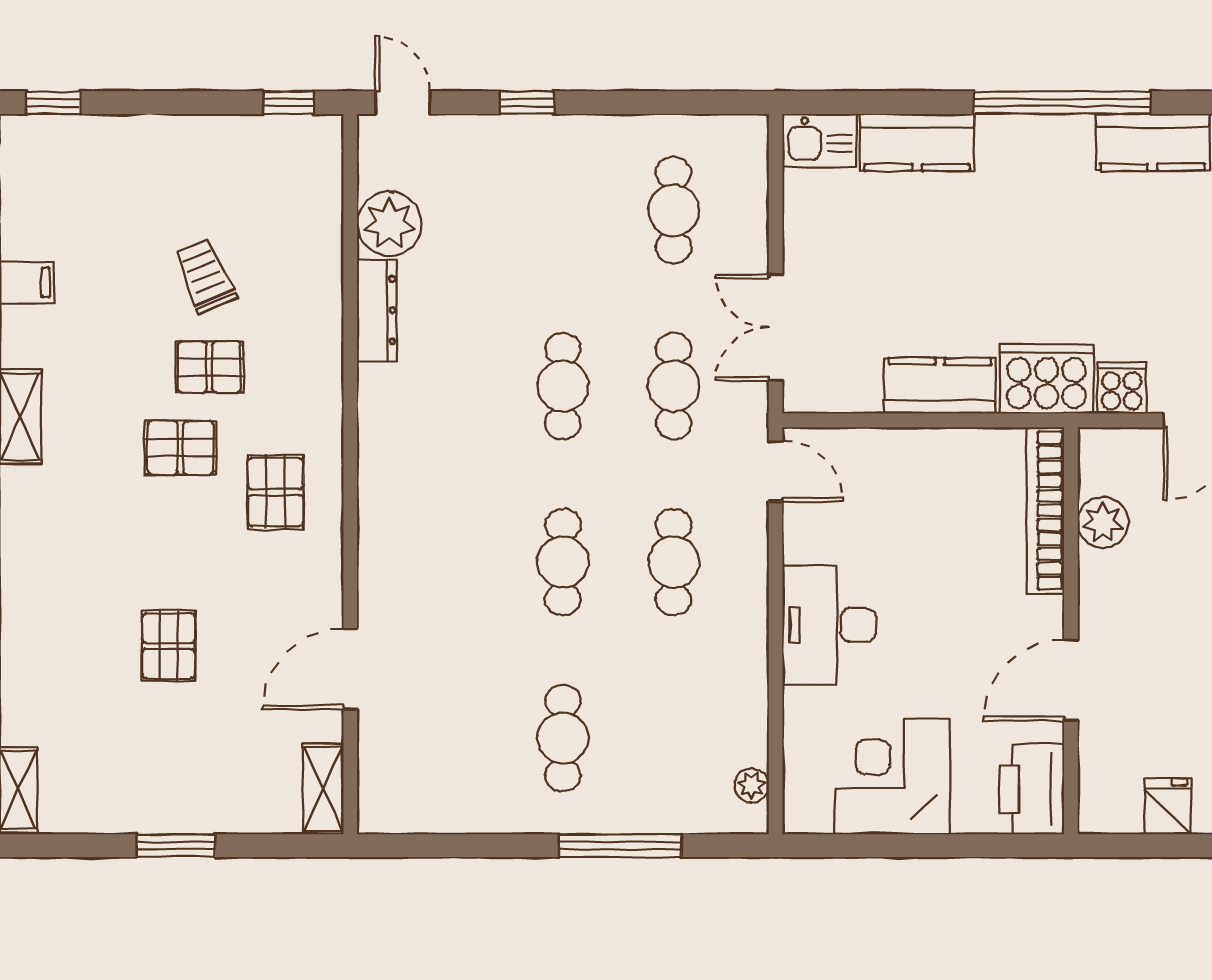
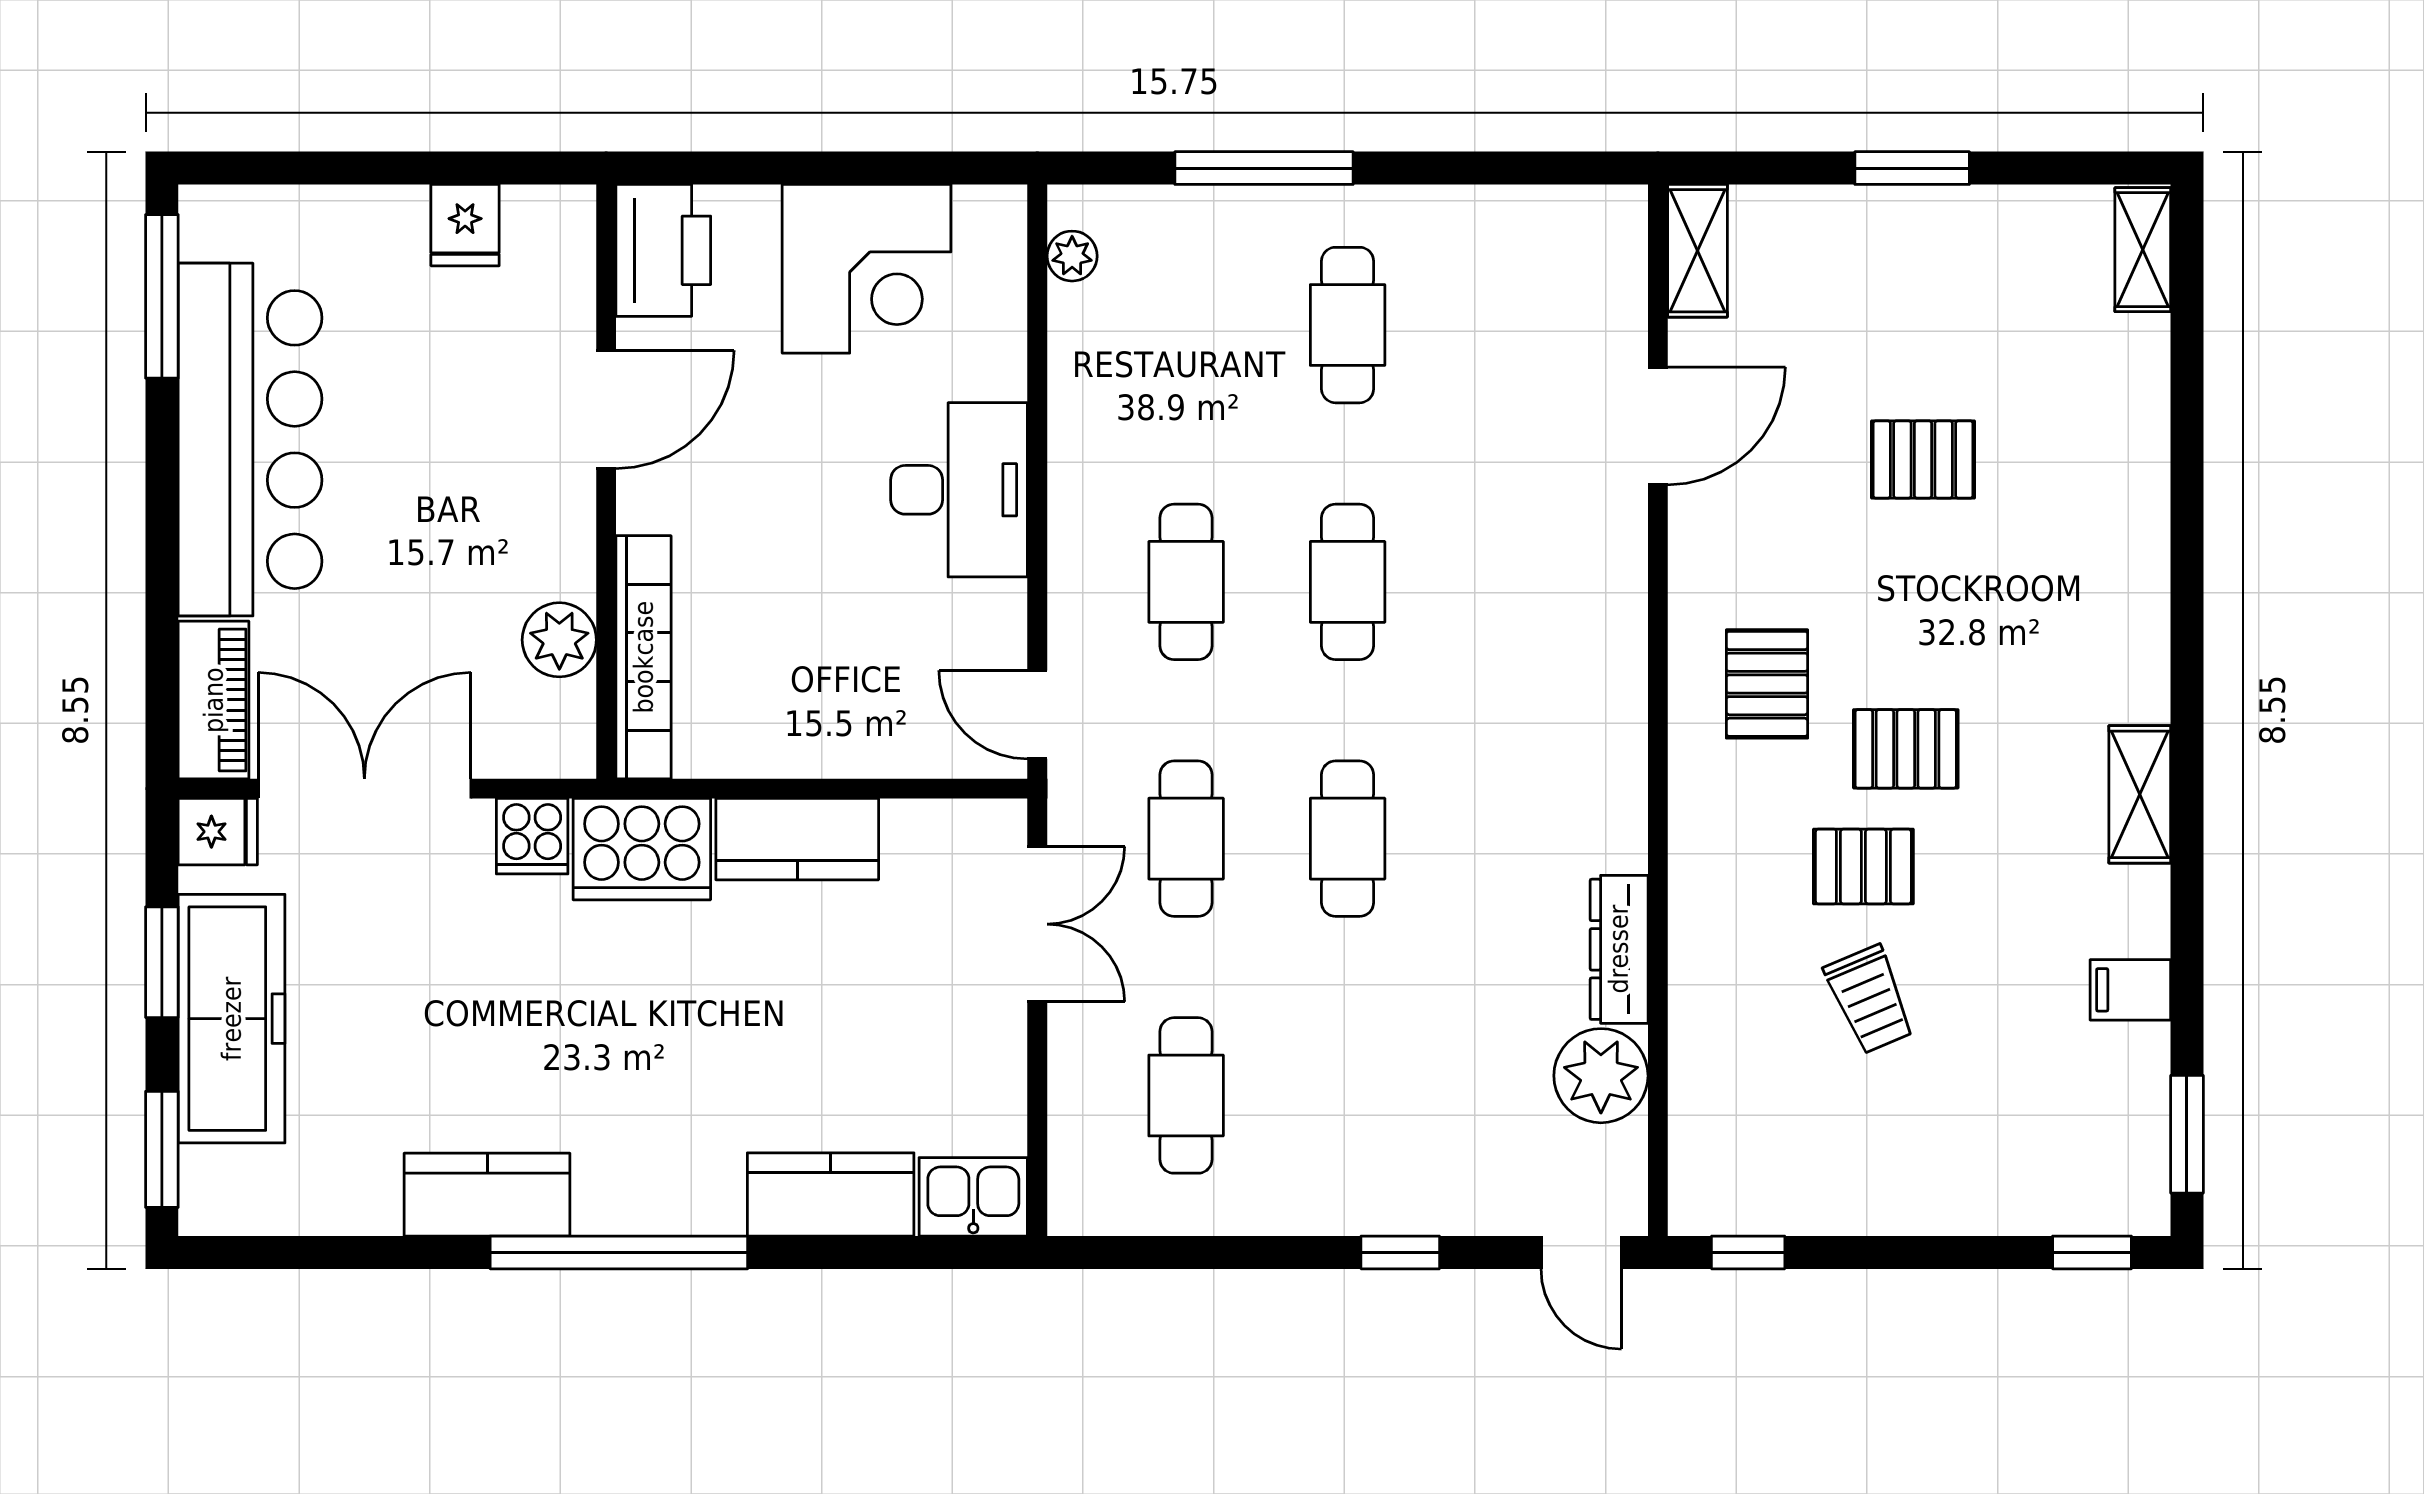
pallet: (169, 646) -> (1923, 459), turned 90

